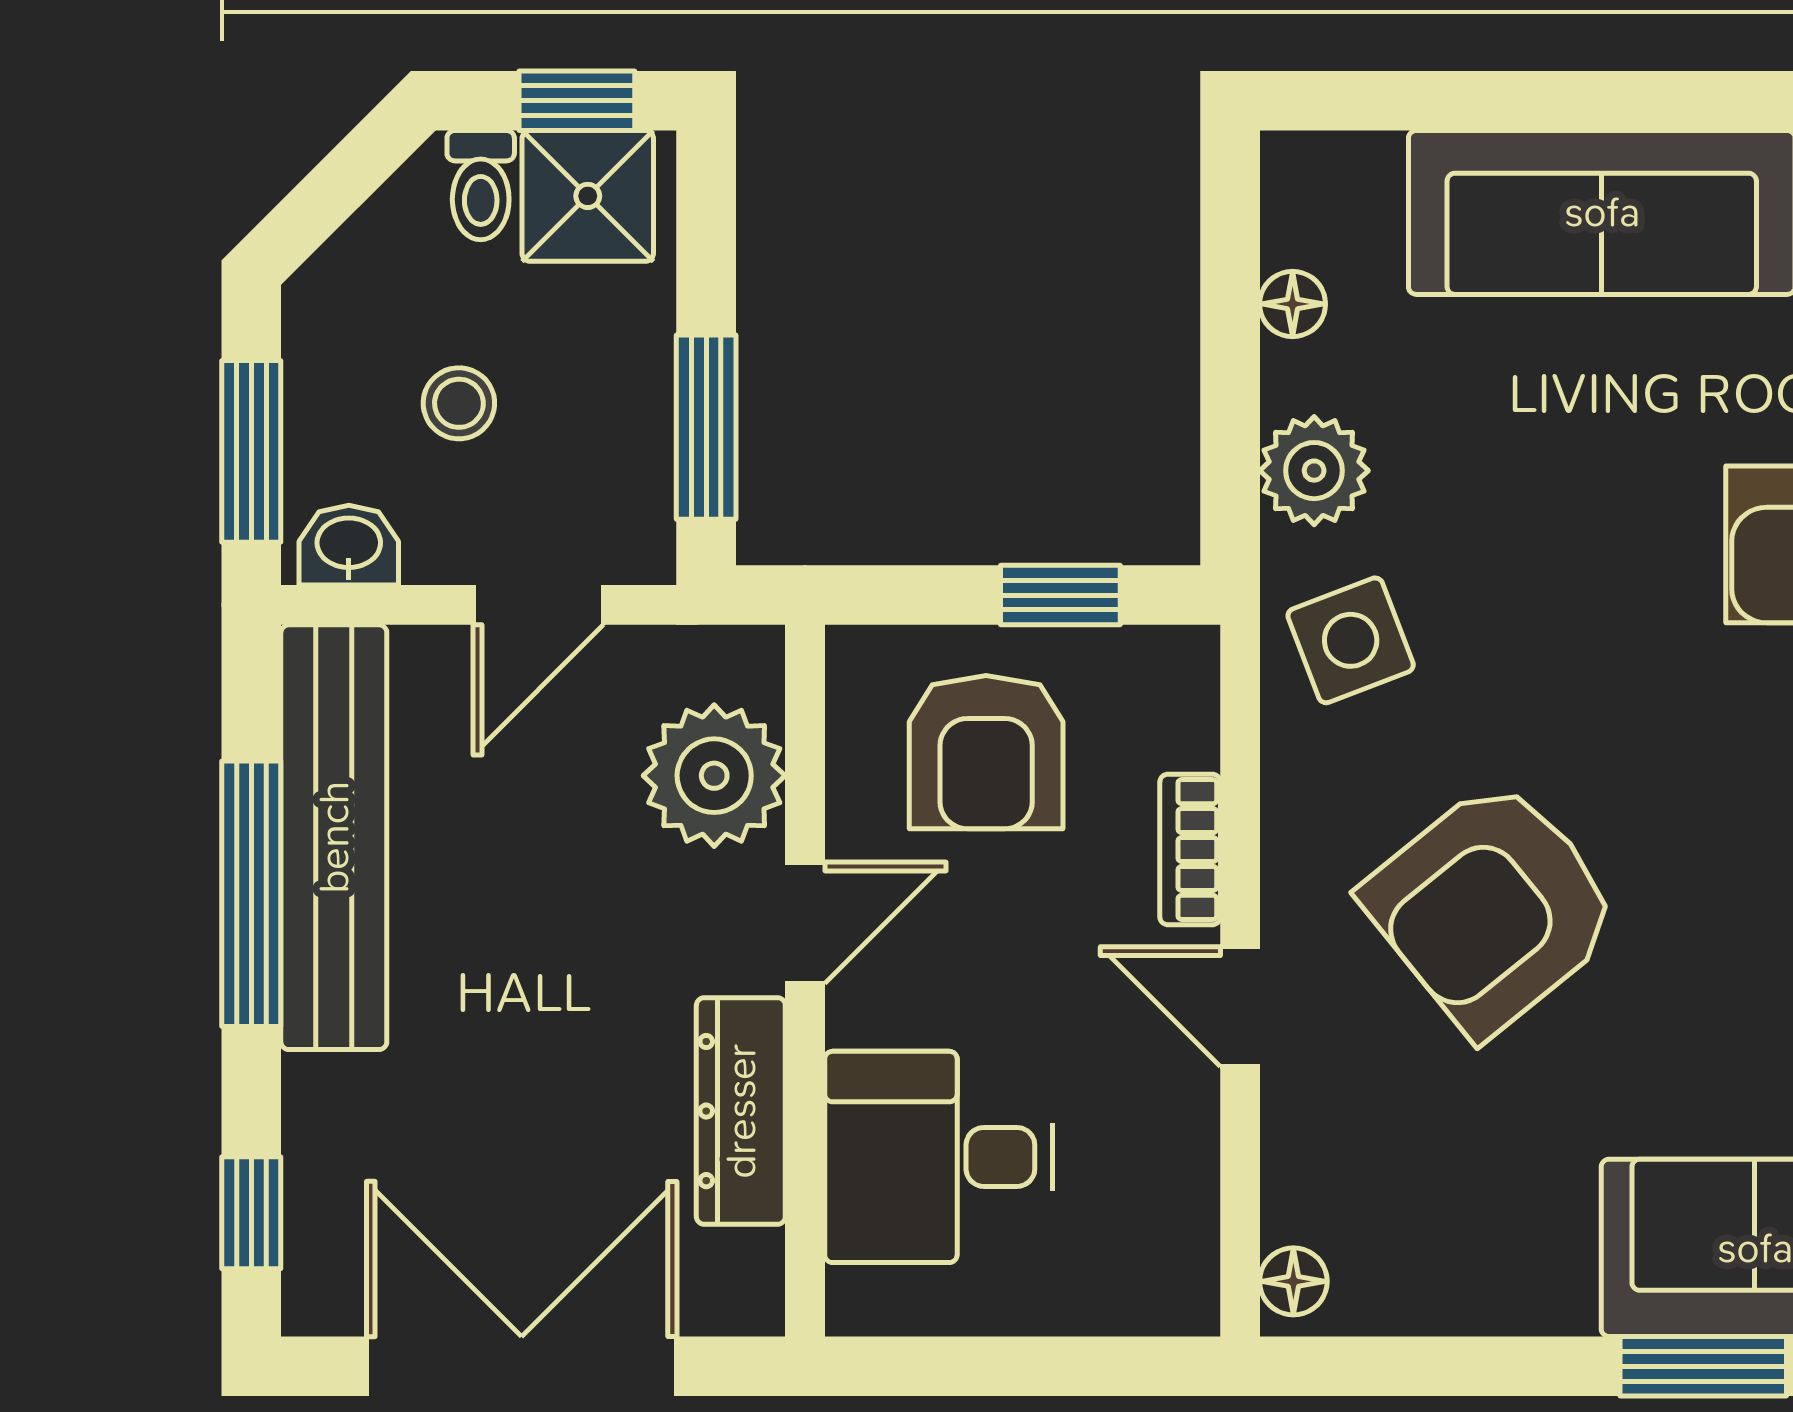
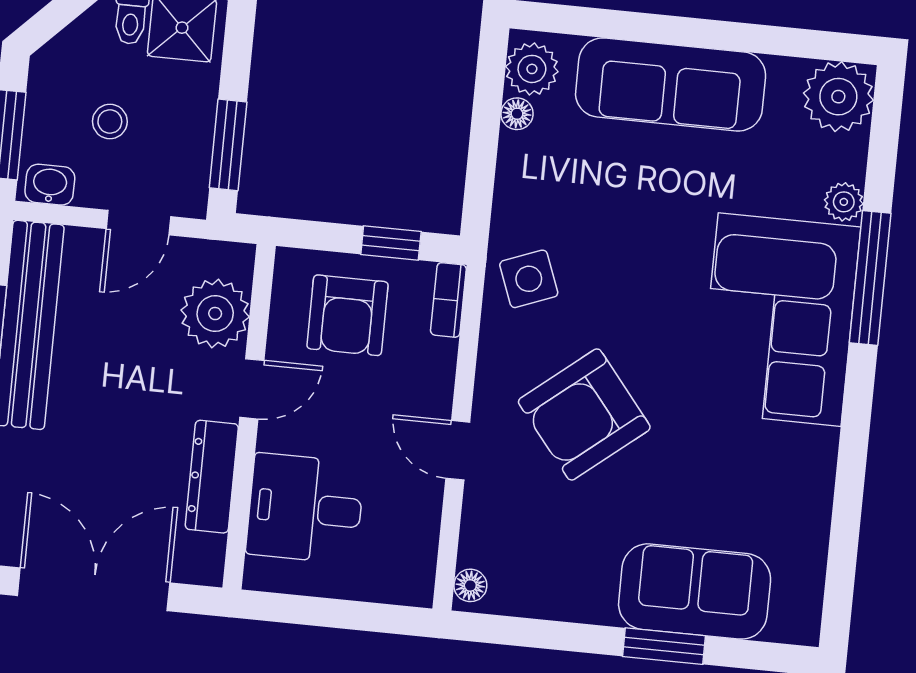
plant: (1314, 471) -> (532, 69), moved
bookcase: (1190, 849) -> (448, 300), moved

